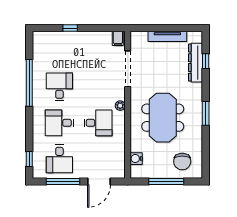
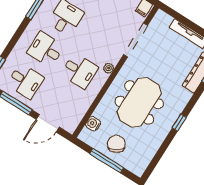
window: (206, 113) -> (179, 123), width x0.67
desk: (59, 159) -> (25, 81), turned -90
chair: (182, 162) -> (116, 144), moved, turned 148

